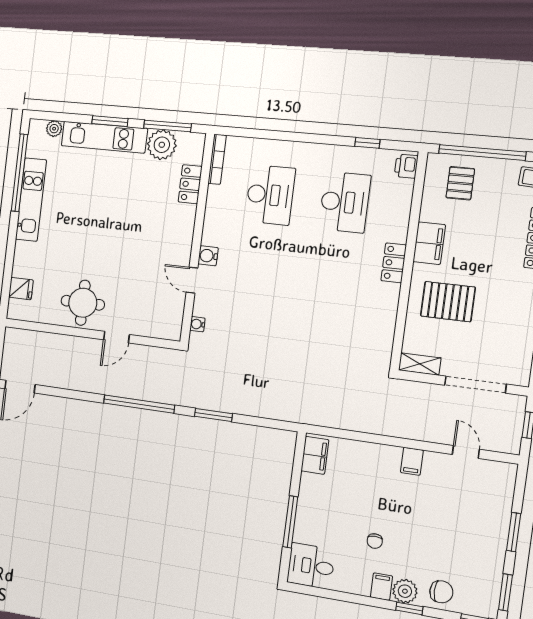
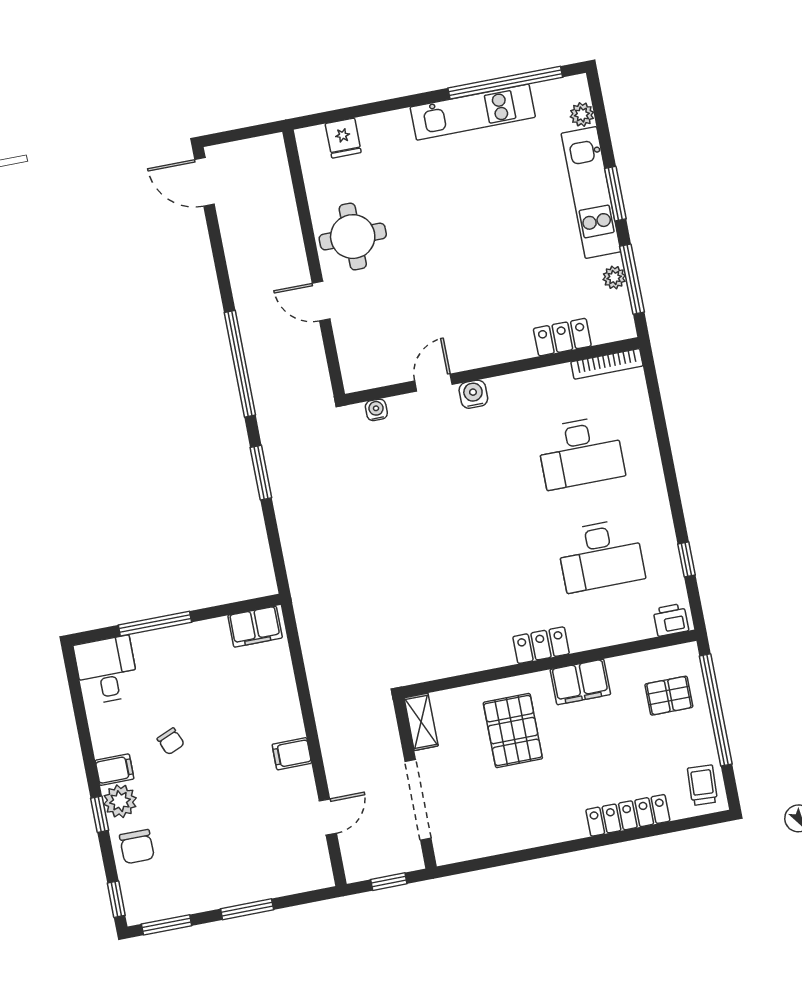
plant: (162, 145) -> (614, 278), width x0.53, depth x0.53
chair: (375, 541) -> (171, 741), turned -113

